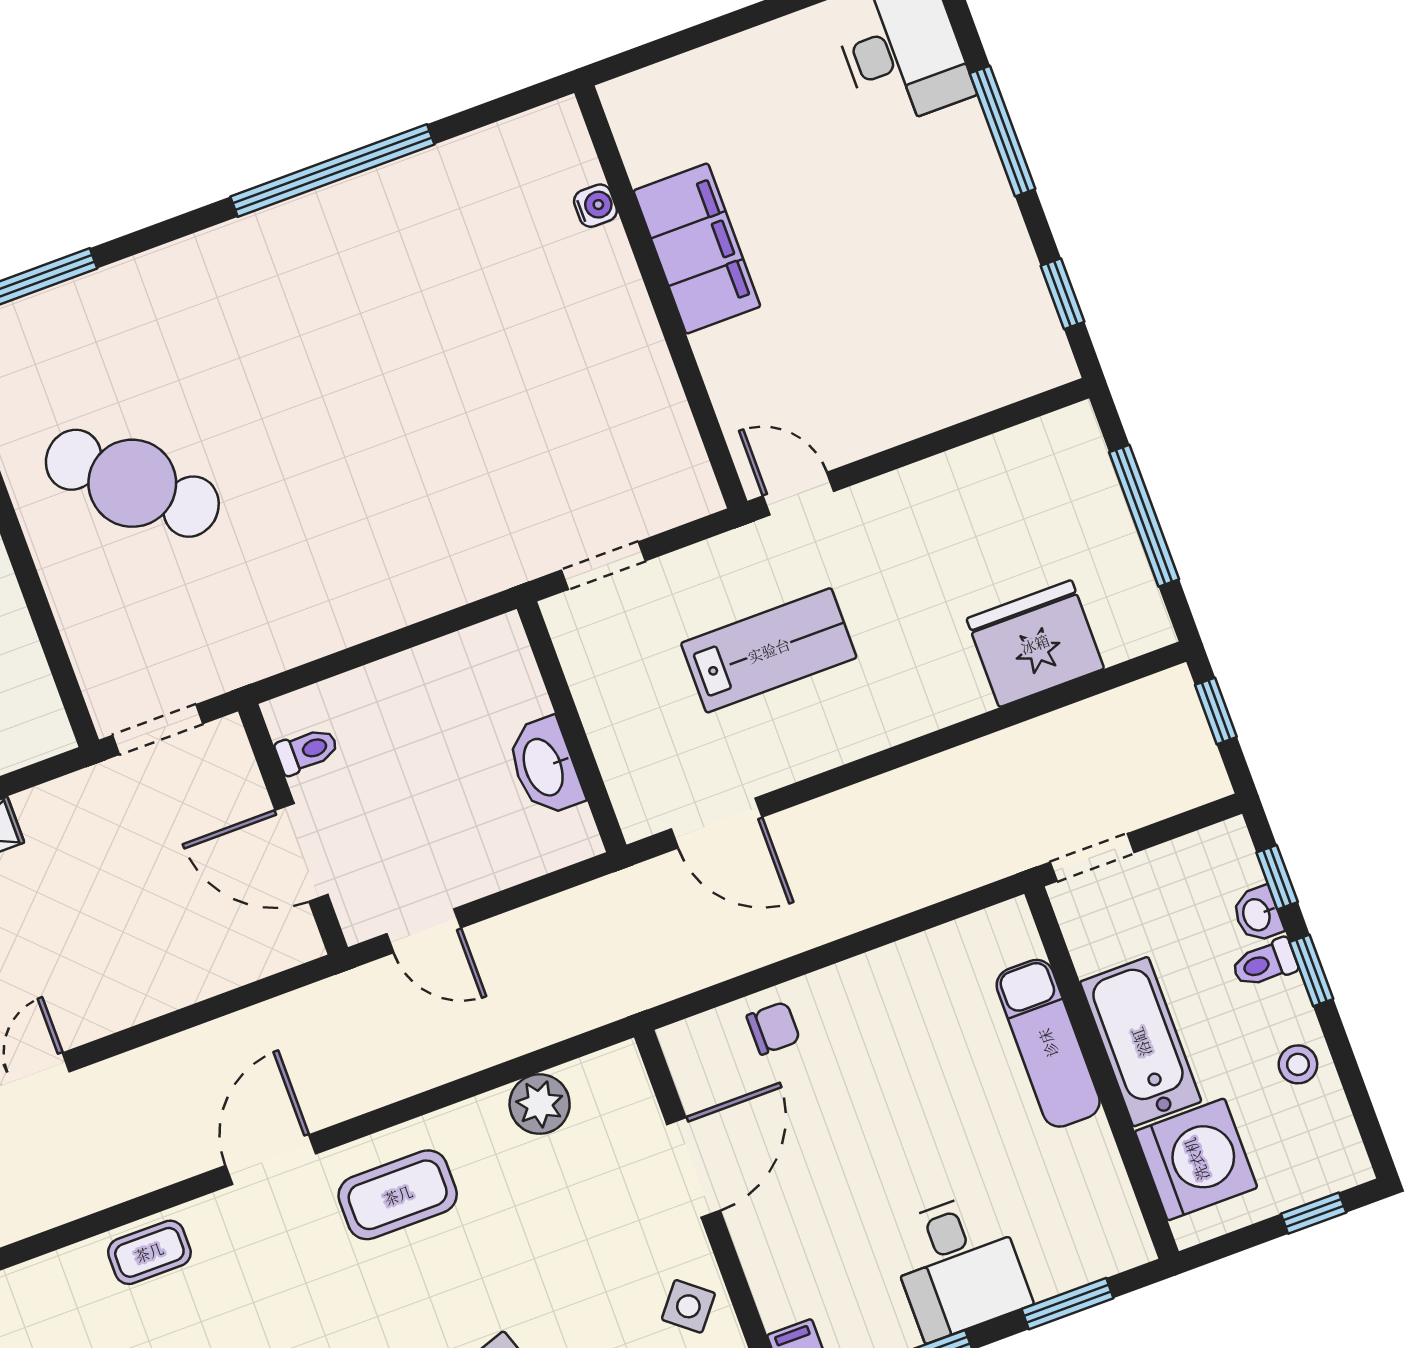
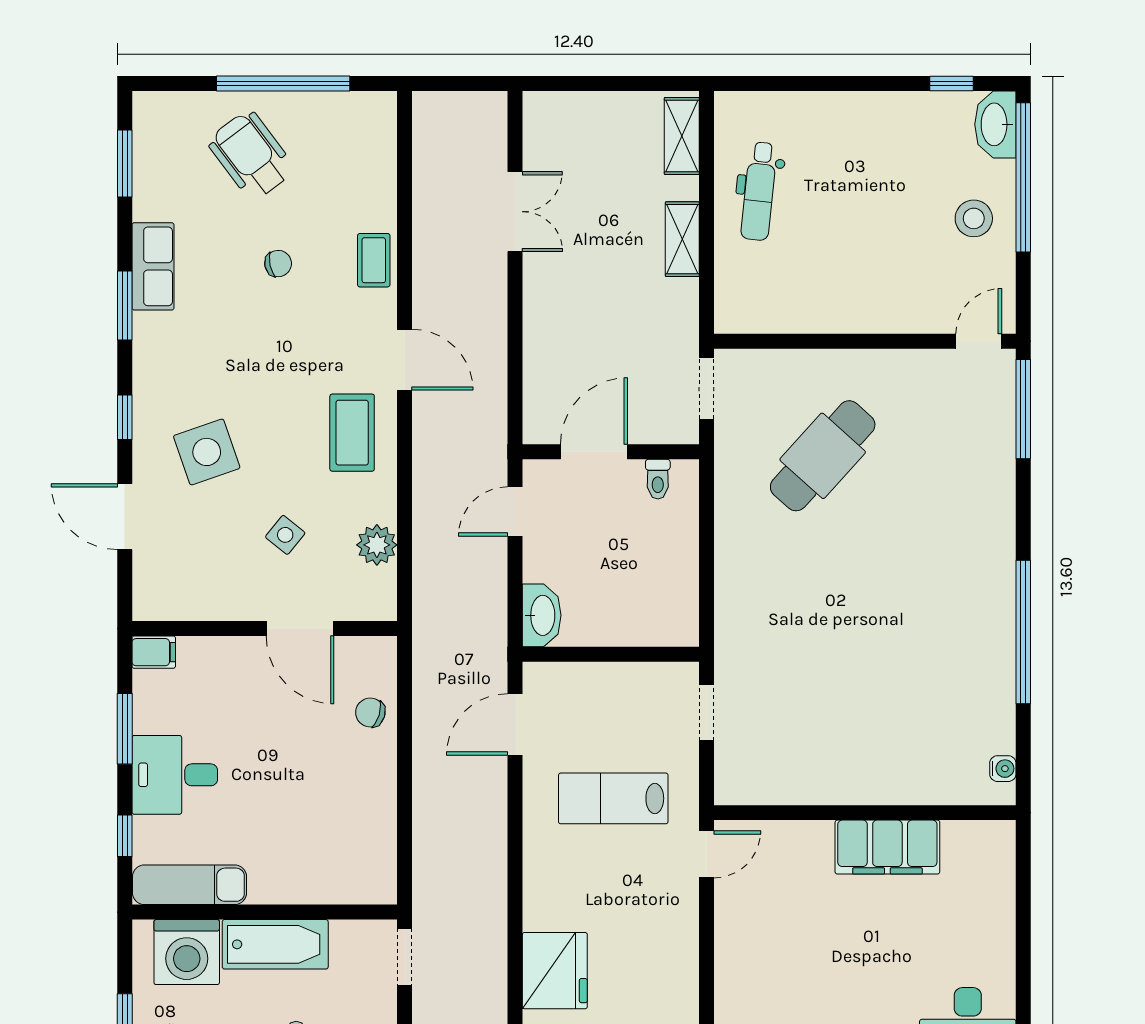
water cooler: (595, 206) -> (1003, 769), moved, turned -90
cafe table: (132, 483) -> (823, 456), moved
lab bench: (769, 650) -> (613, 798), turned 90
washbasin: (545, 767) -> (542, 615), moved, turned 90
chair: (773, 1028) -> (370, 712), turned 107
exam couch: (1048, 1043) -> (190, 885), moved
window: (1067, 1304) -> (125, 836), width x0.67
side table: (688, 1306) -> (285, 535), moved

